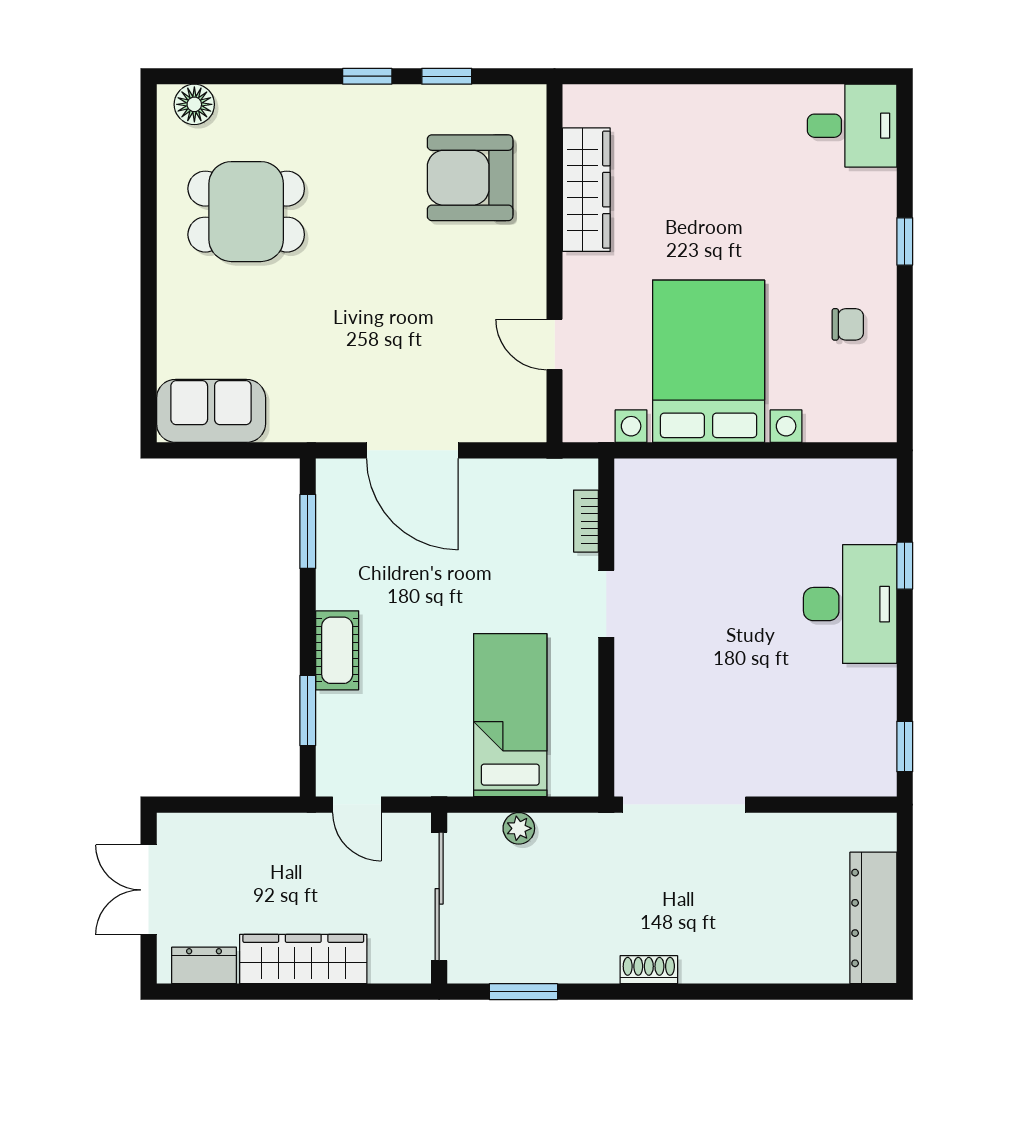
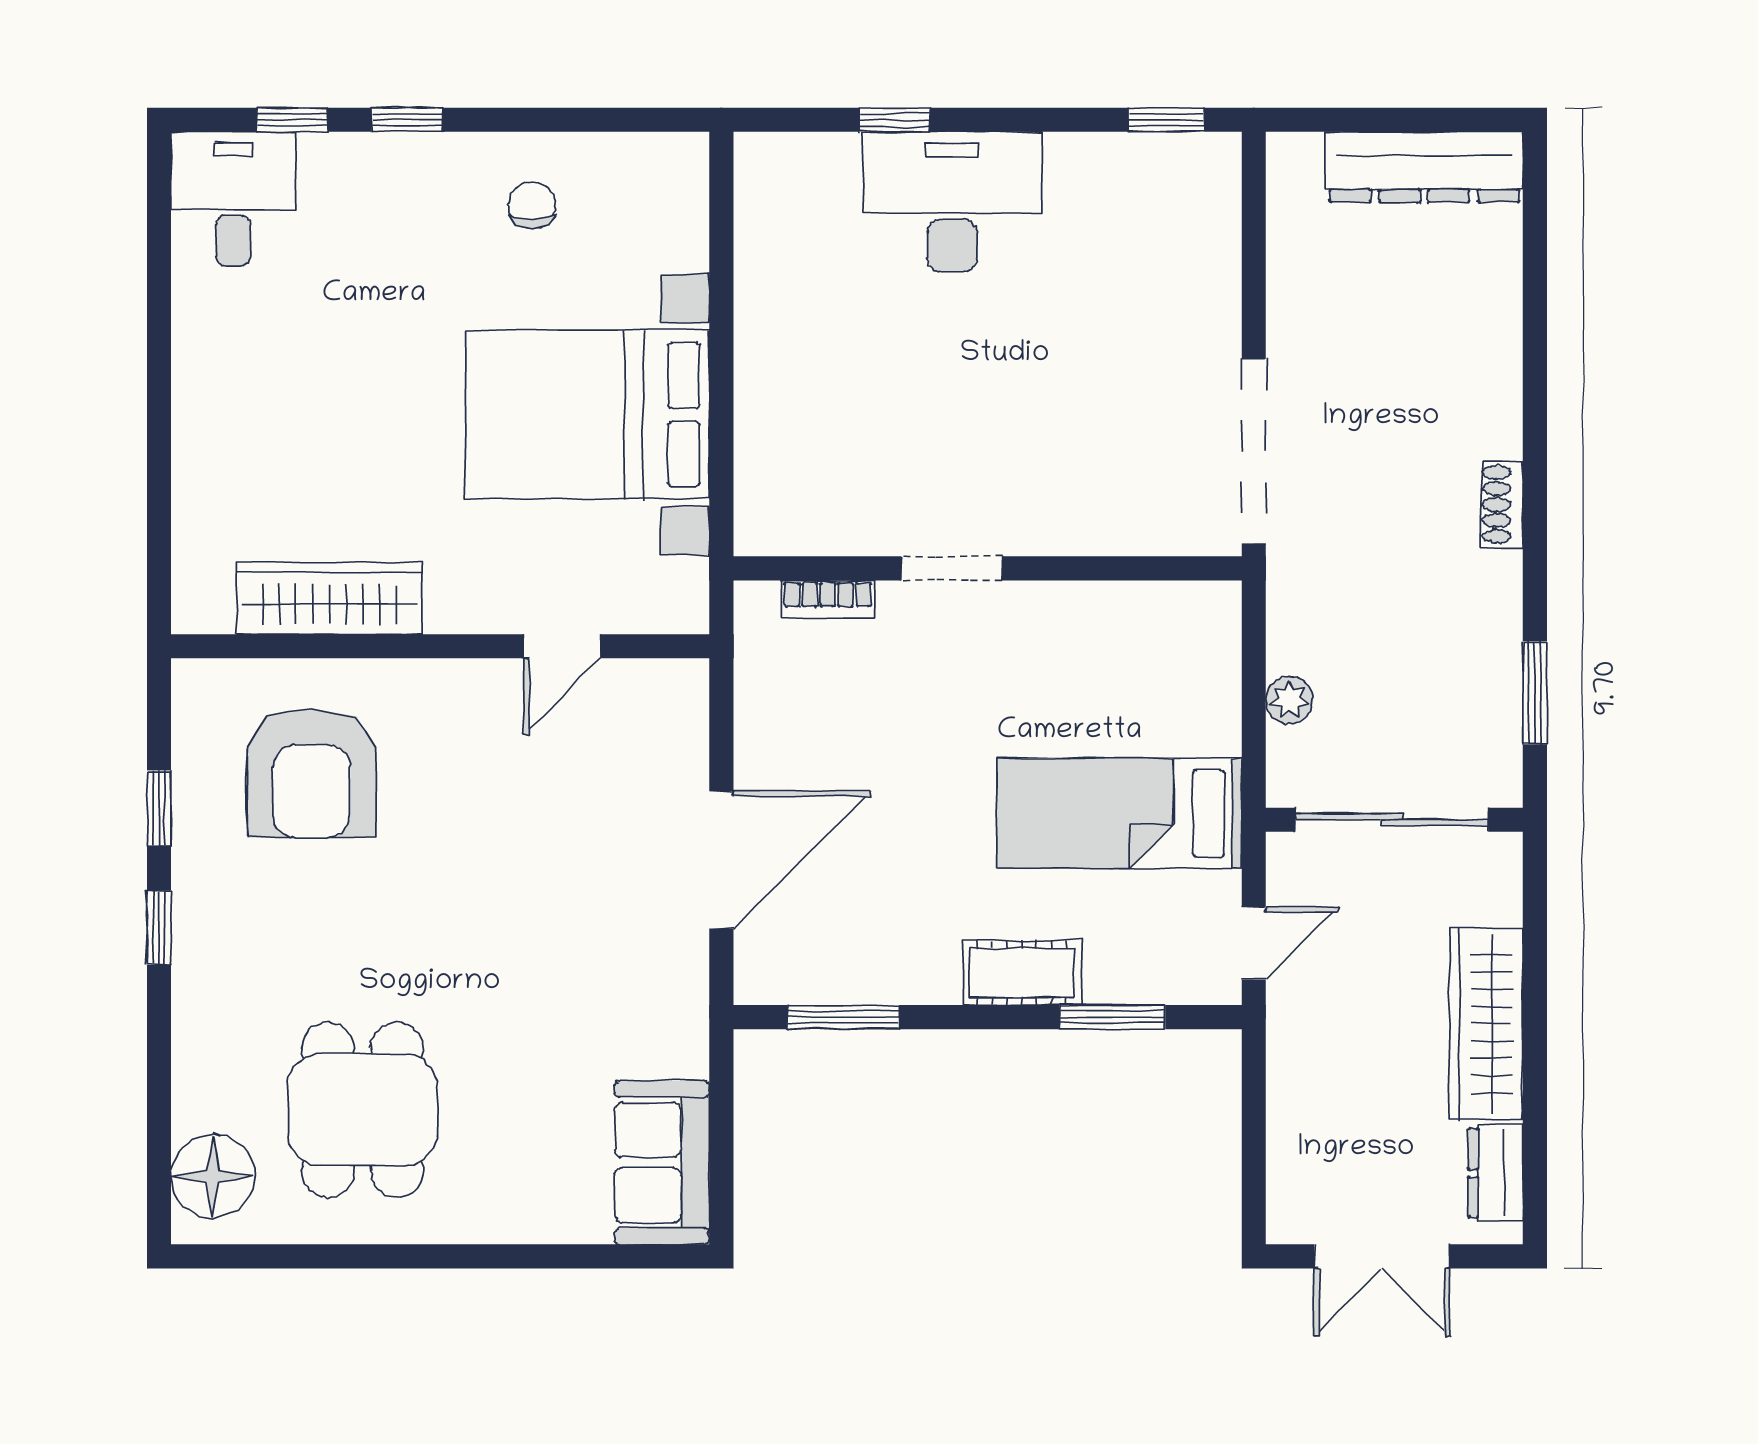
floor lamp: (194, 104) -> (213, 1176), width x1.38, depth x1.38
window: (905, 165) -> (292, 120), added
bed: (510, 715) -> (1119, 813), moved

